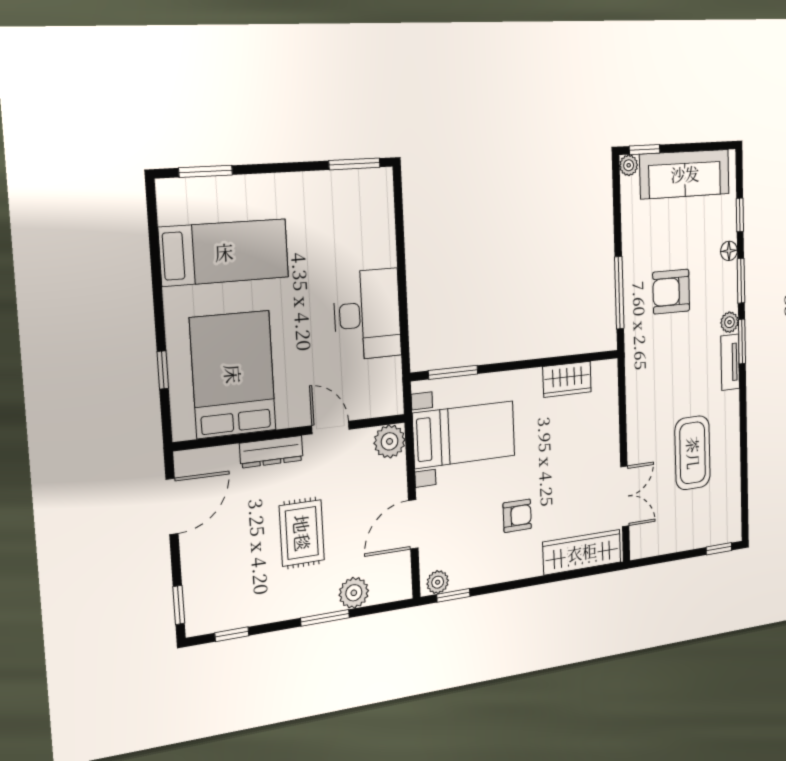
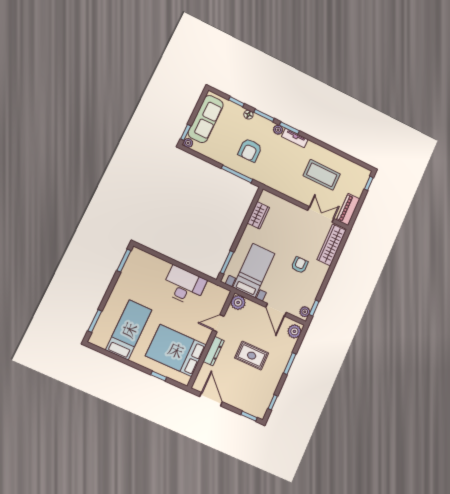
piano: (658, 541) -> (348, 209), added
plant: (354, 593) -> (294, 331), moved

